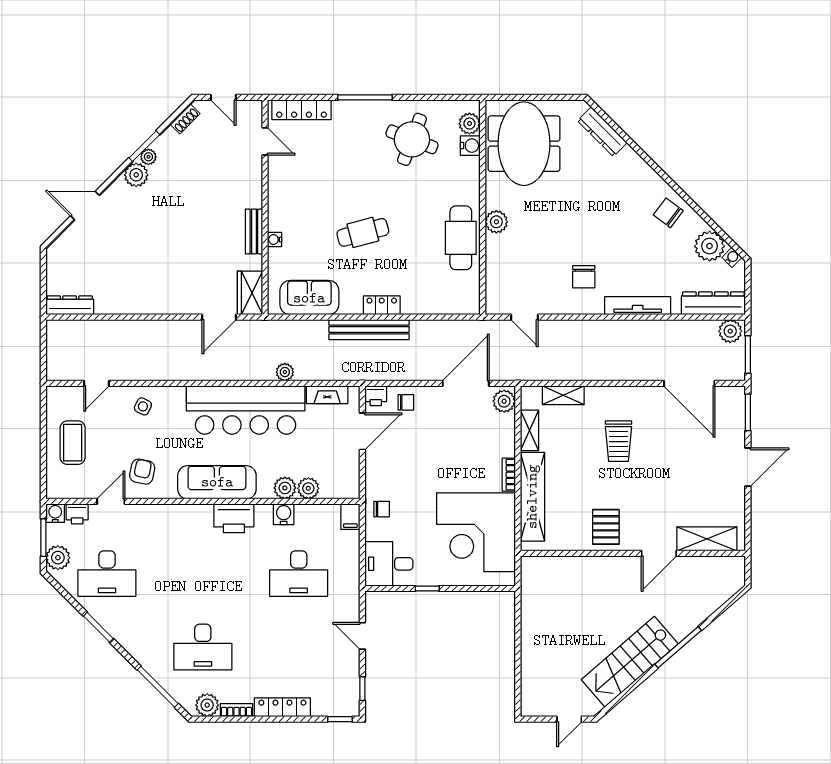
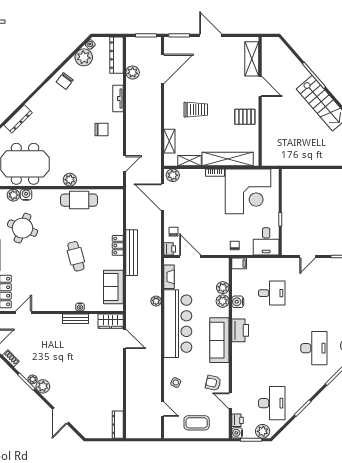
tv unit: (638, 306) -> (118, 99), width x0.71
plant: (730, 331) -> (133, 72), moved
desk: (299, 574) -> (272, 293), width x0.73

